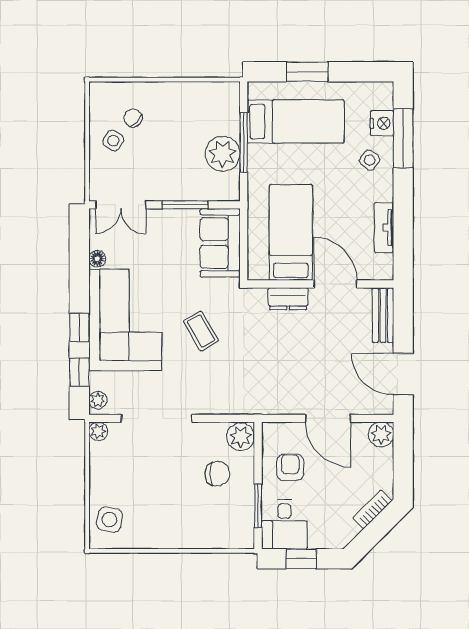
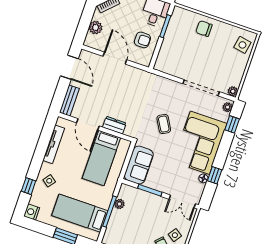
nightstand: (382, 123) -> (32, 212), moved
window: (403, 138) -> (29, 186), width x0.46
plant: (223, 154) -> (119, 204), width x0.53, depth x0.53
double door: (121, 205) -> (182, 201), swing flipped
tv unit: (384, 228) -> (54, 144), width x1.41
window: (79, 327) -> (215, 175), moved
plant: (381, 435) -> (96, 28), moved
plant: (241, 437) -> (162, 64), removed
armchair: (290, 467) -> (142, 40), turned -90
chair: (217, 474) -> (204, 28), moved

